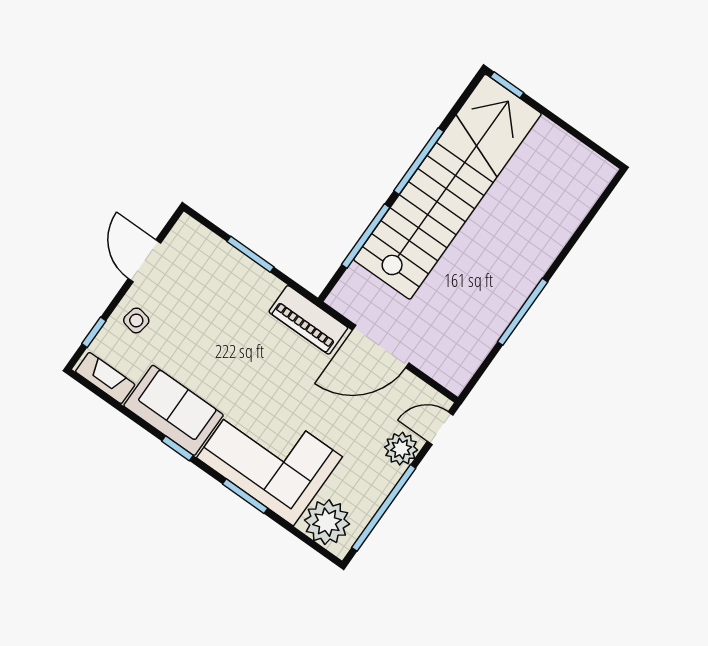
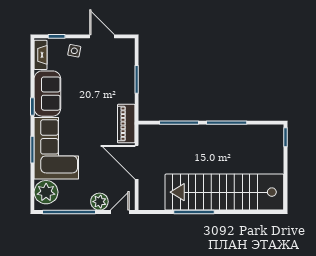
stairs: (447, 187) -> (224, 192), moved, turned 180
door: (145, 261) -> (102, 36), hinge flipped
door: (440, 428) -> (120, 212), hinge flipped

